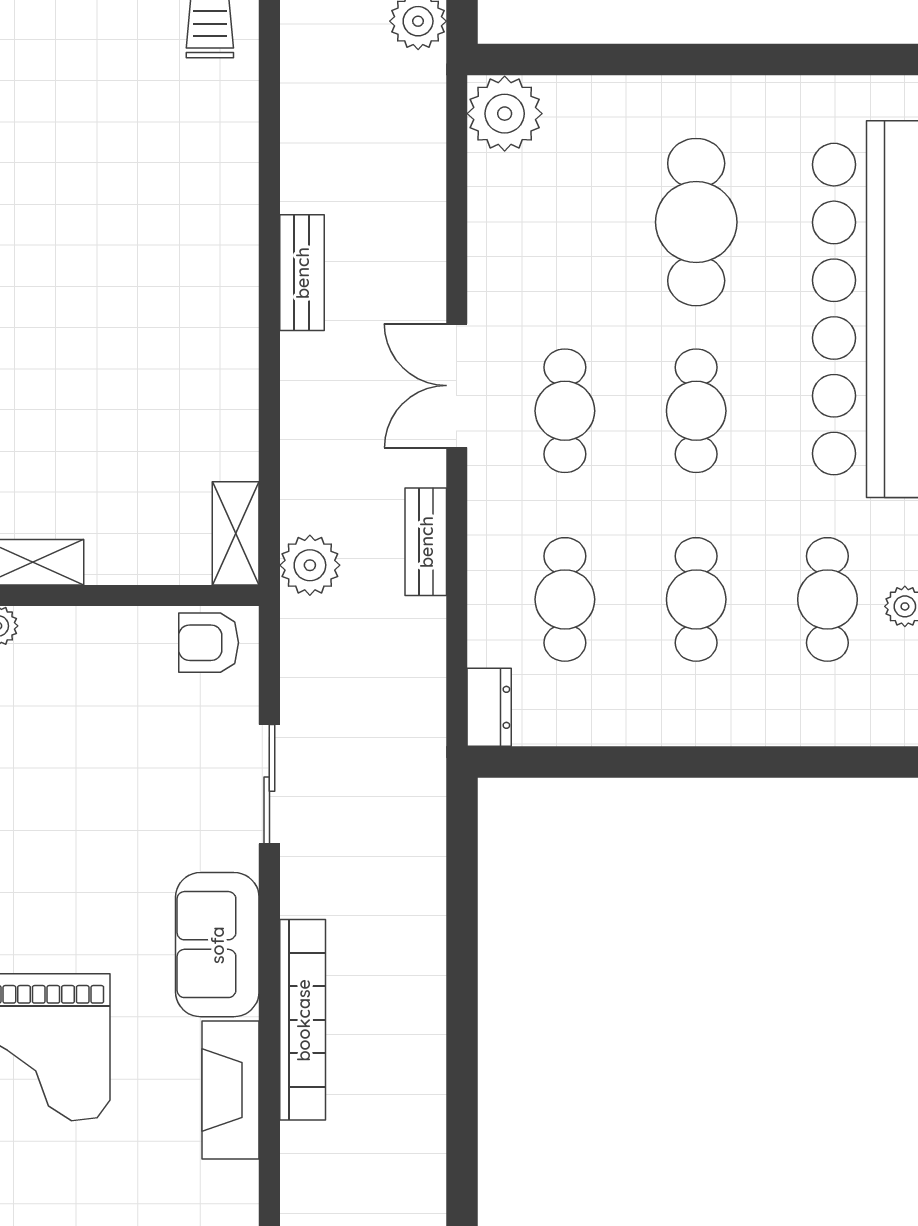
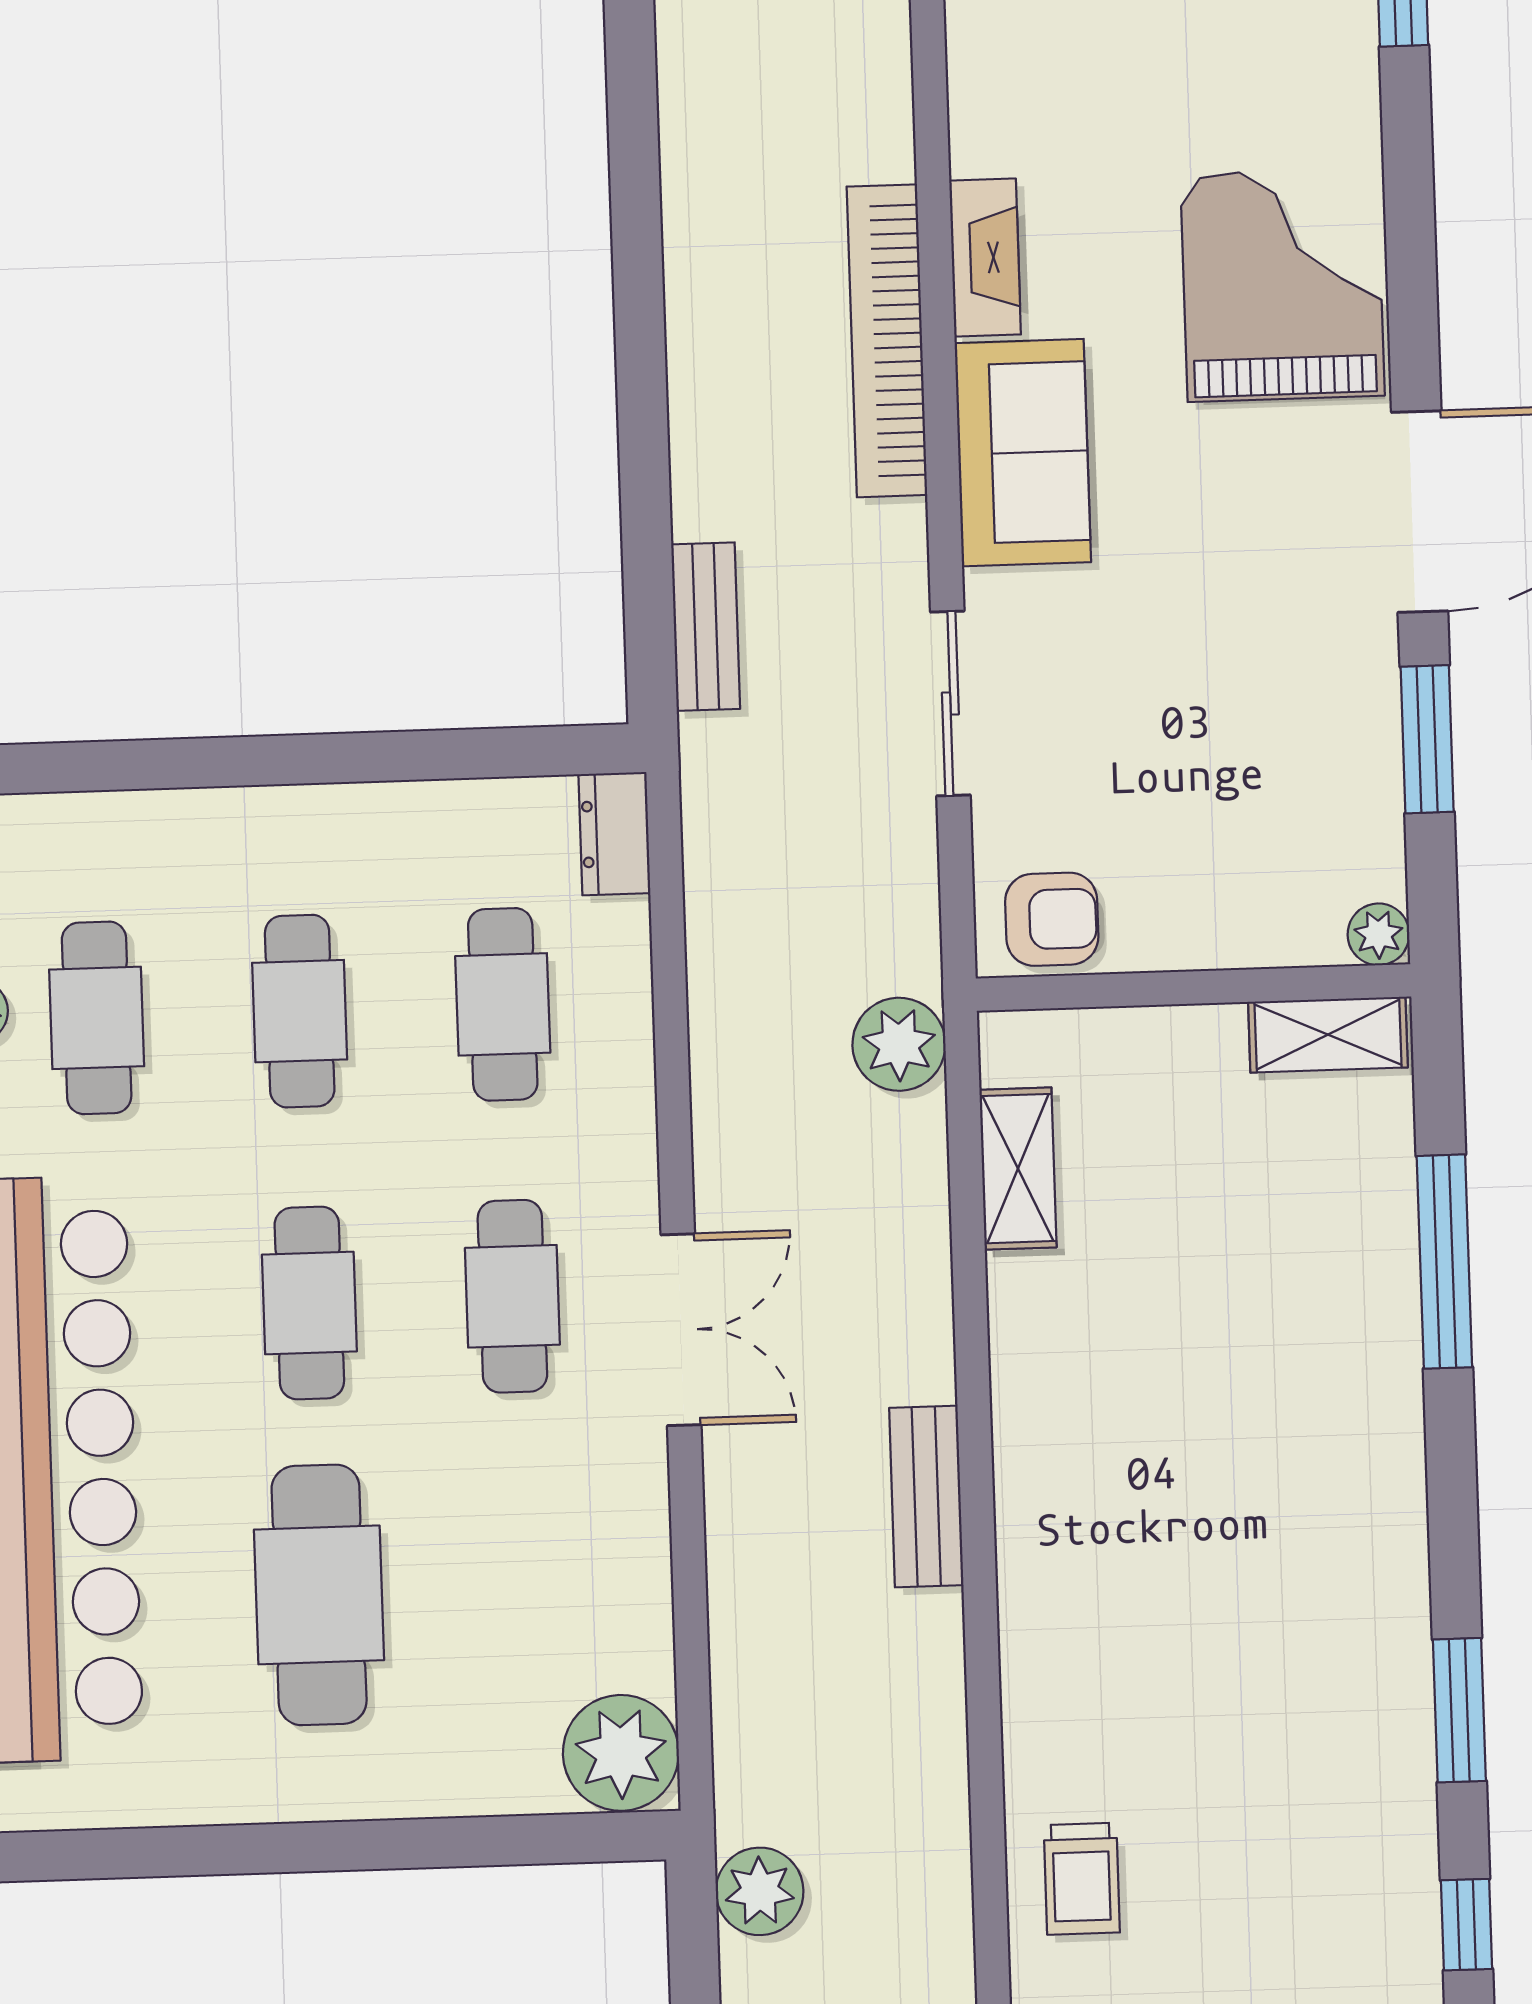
shelving: (236, 533) -> (1018, 1169), moved
bench: (426, 542) -> (706, 627), moved
fireplace: (231, 1090) -> (985, 258), width x0.73, depth x0.76

